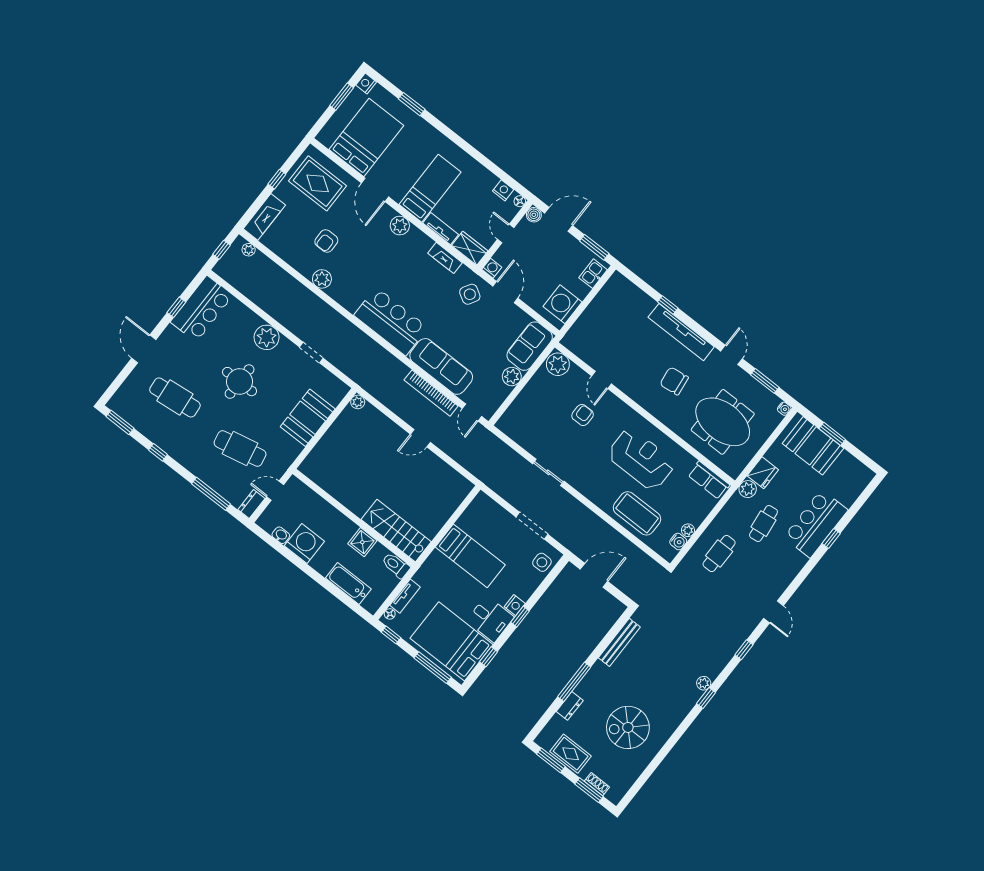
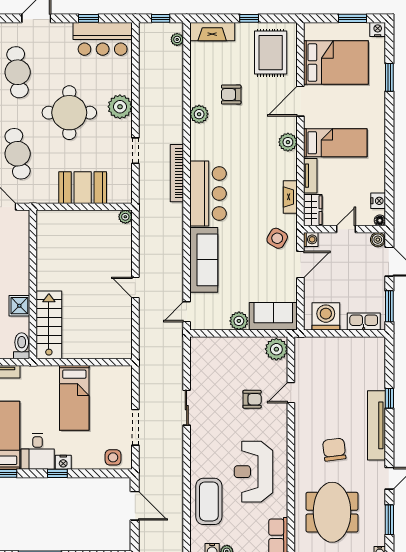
kitchen sink: (593, 274) -> (364, 321), width x1.38
round table: (240, 382) -> (69, 113), width x1.36, depth x1.36
bookcase: (431, 393) -> (177, 173), moved
reception desk: (641, 459) -> (253, 472), turned 180

